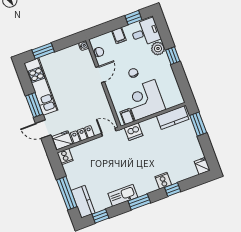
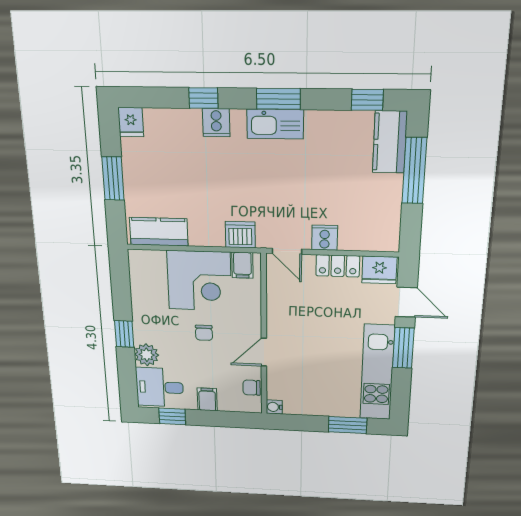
window: (198, 124) -> (113, 179), moved
cooker: (65, 157) -> (325, 238), moved
kitchen sink: (123, 195) -> (275, 124), moved

